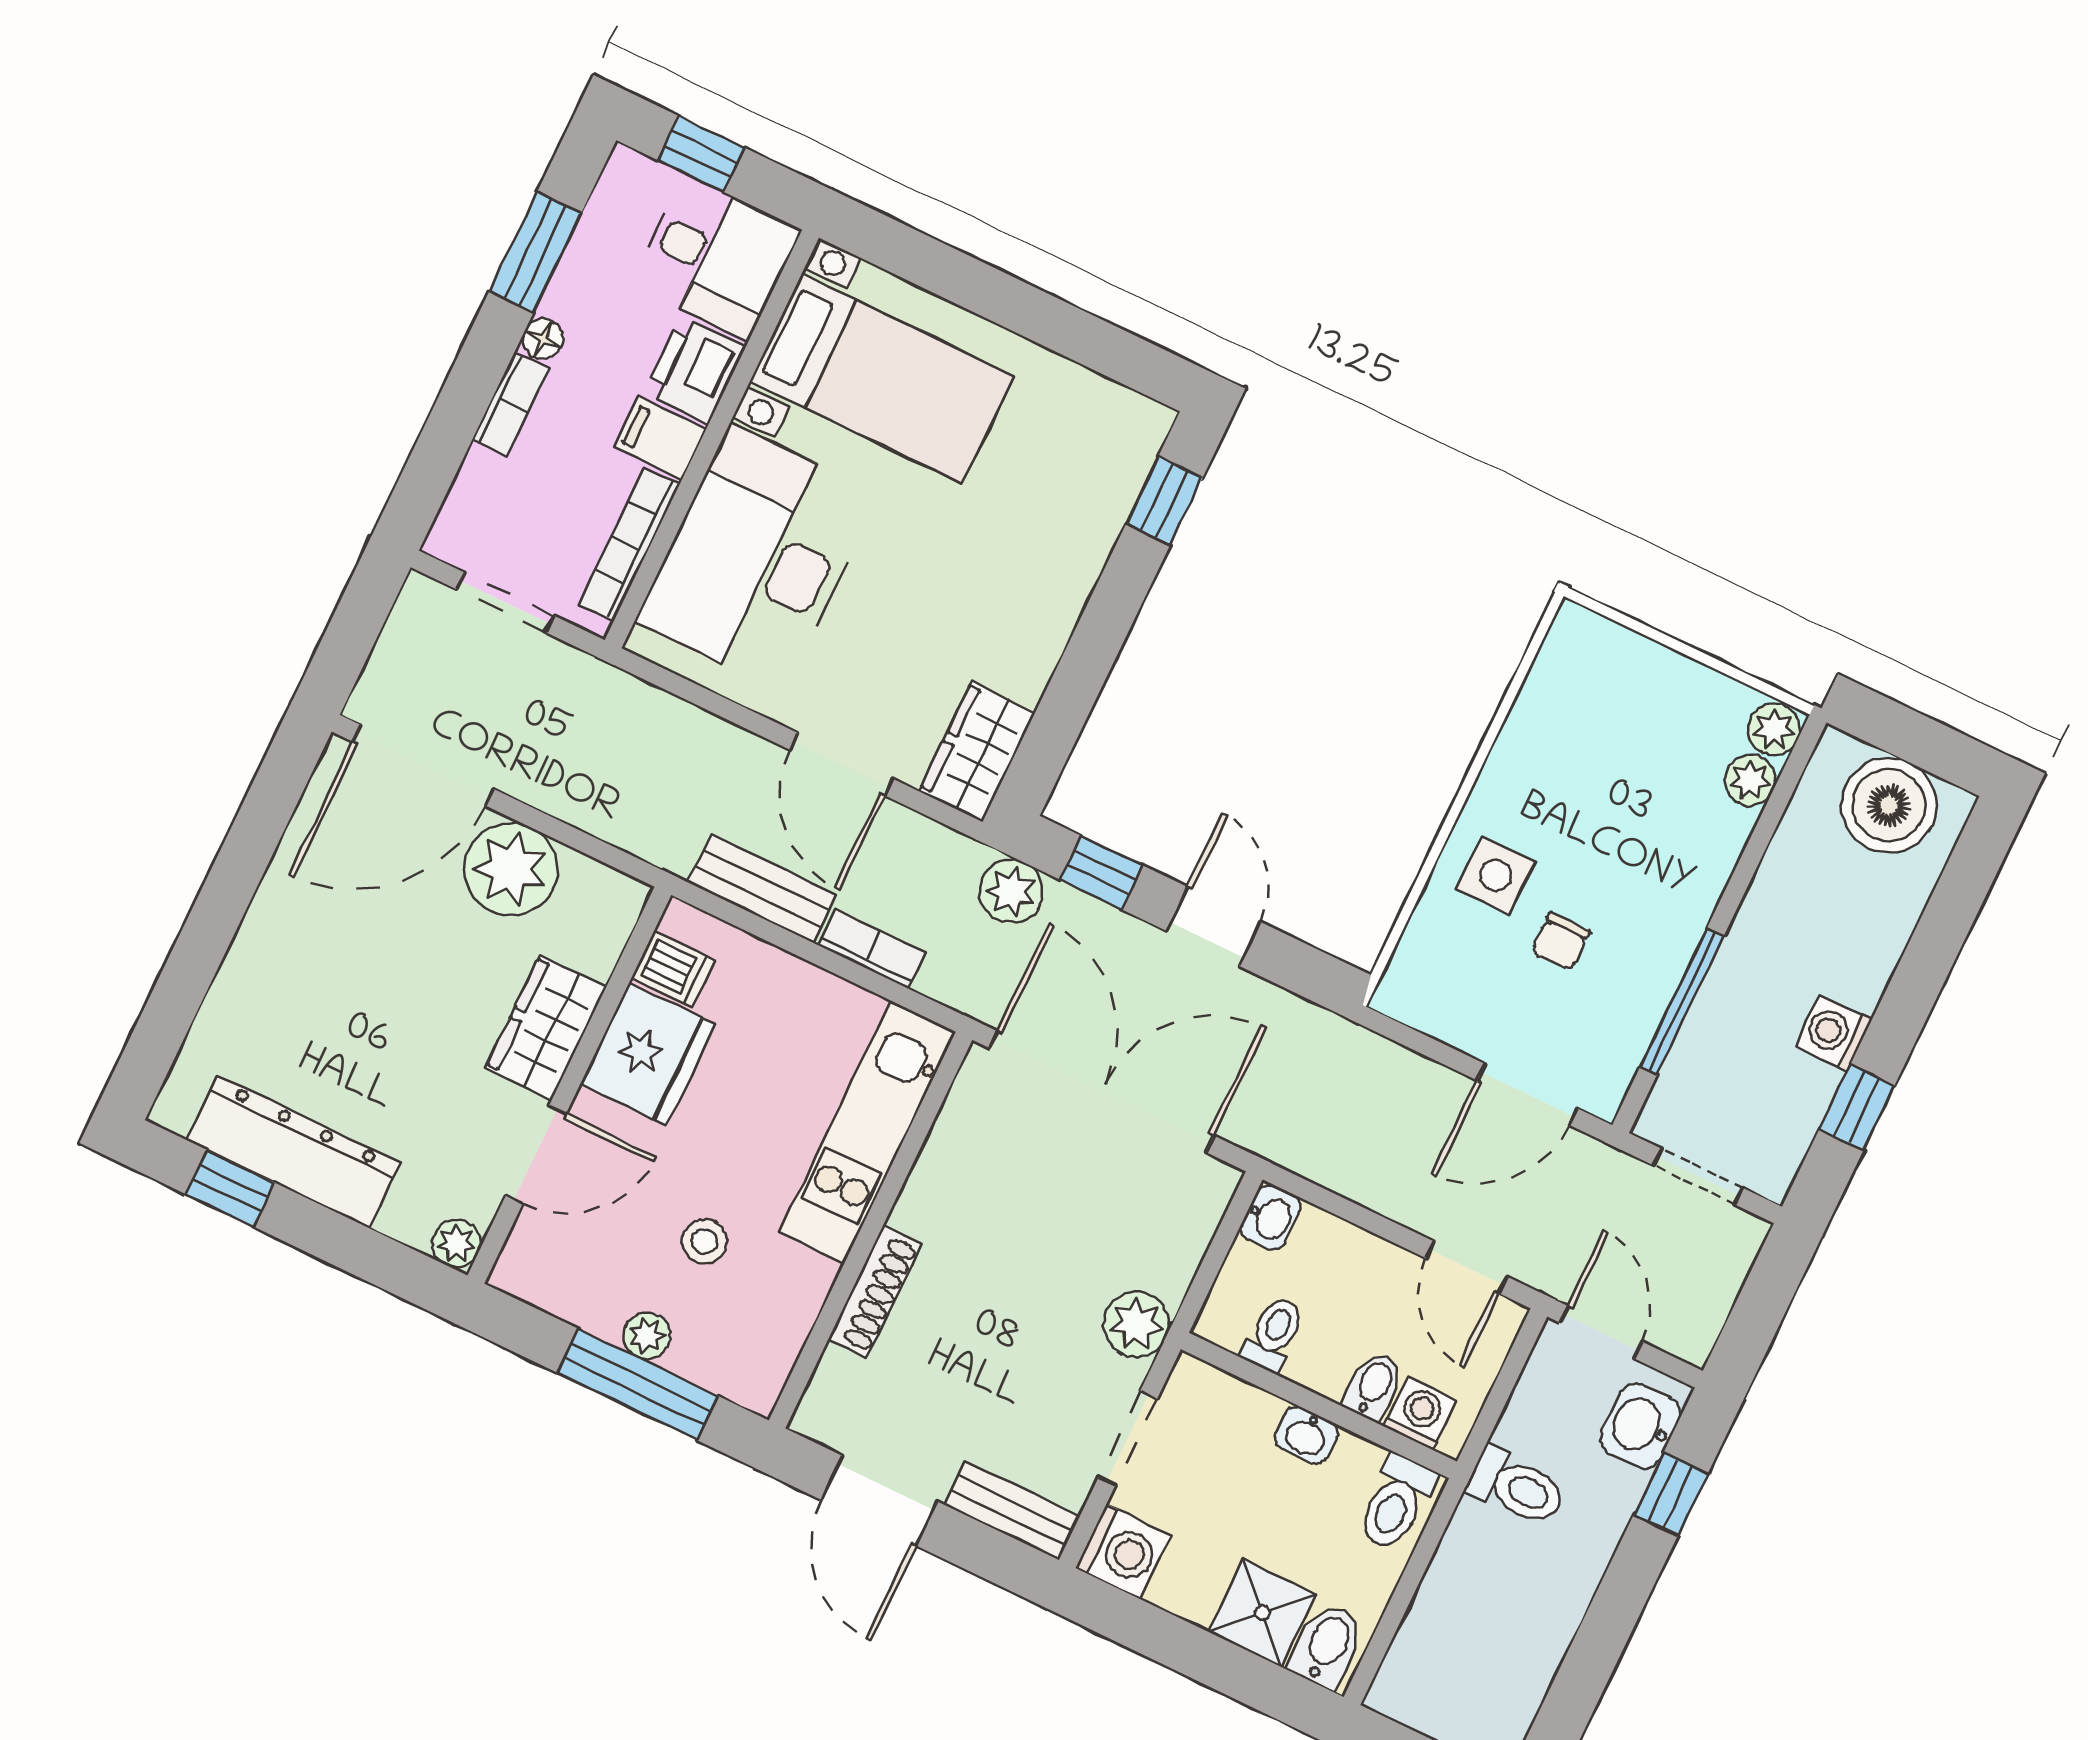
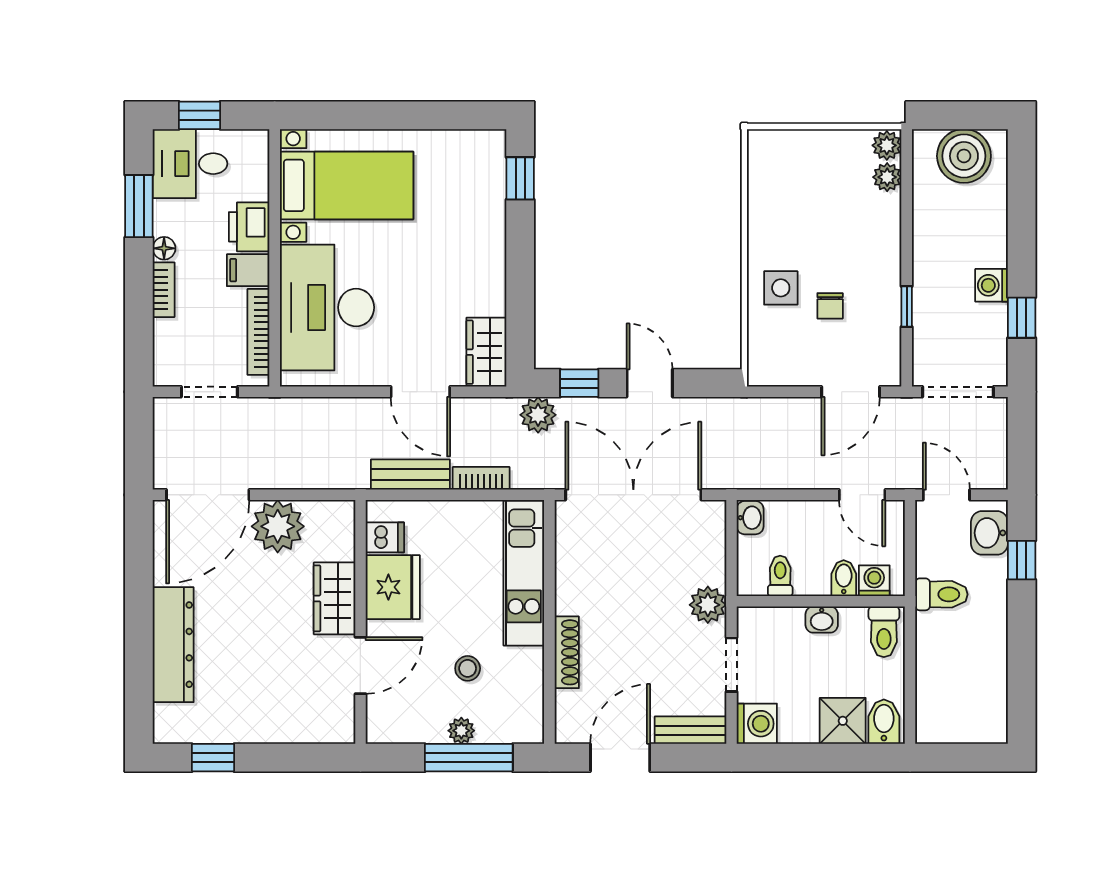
desk: (715, 258) -> (190, 164), moved, turned 180
window: (1682, 1001) -> (907, 307), width x0.46
dresser: (293, 1151) -> (173, 645), moved, turned 90
doorway: (1698, 1177) -> (958, 392), width x1.38
plant: (456, 1244) -> (342, 730), removed
door: (879, 1501) -> (620, 758), swing flipped

